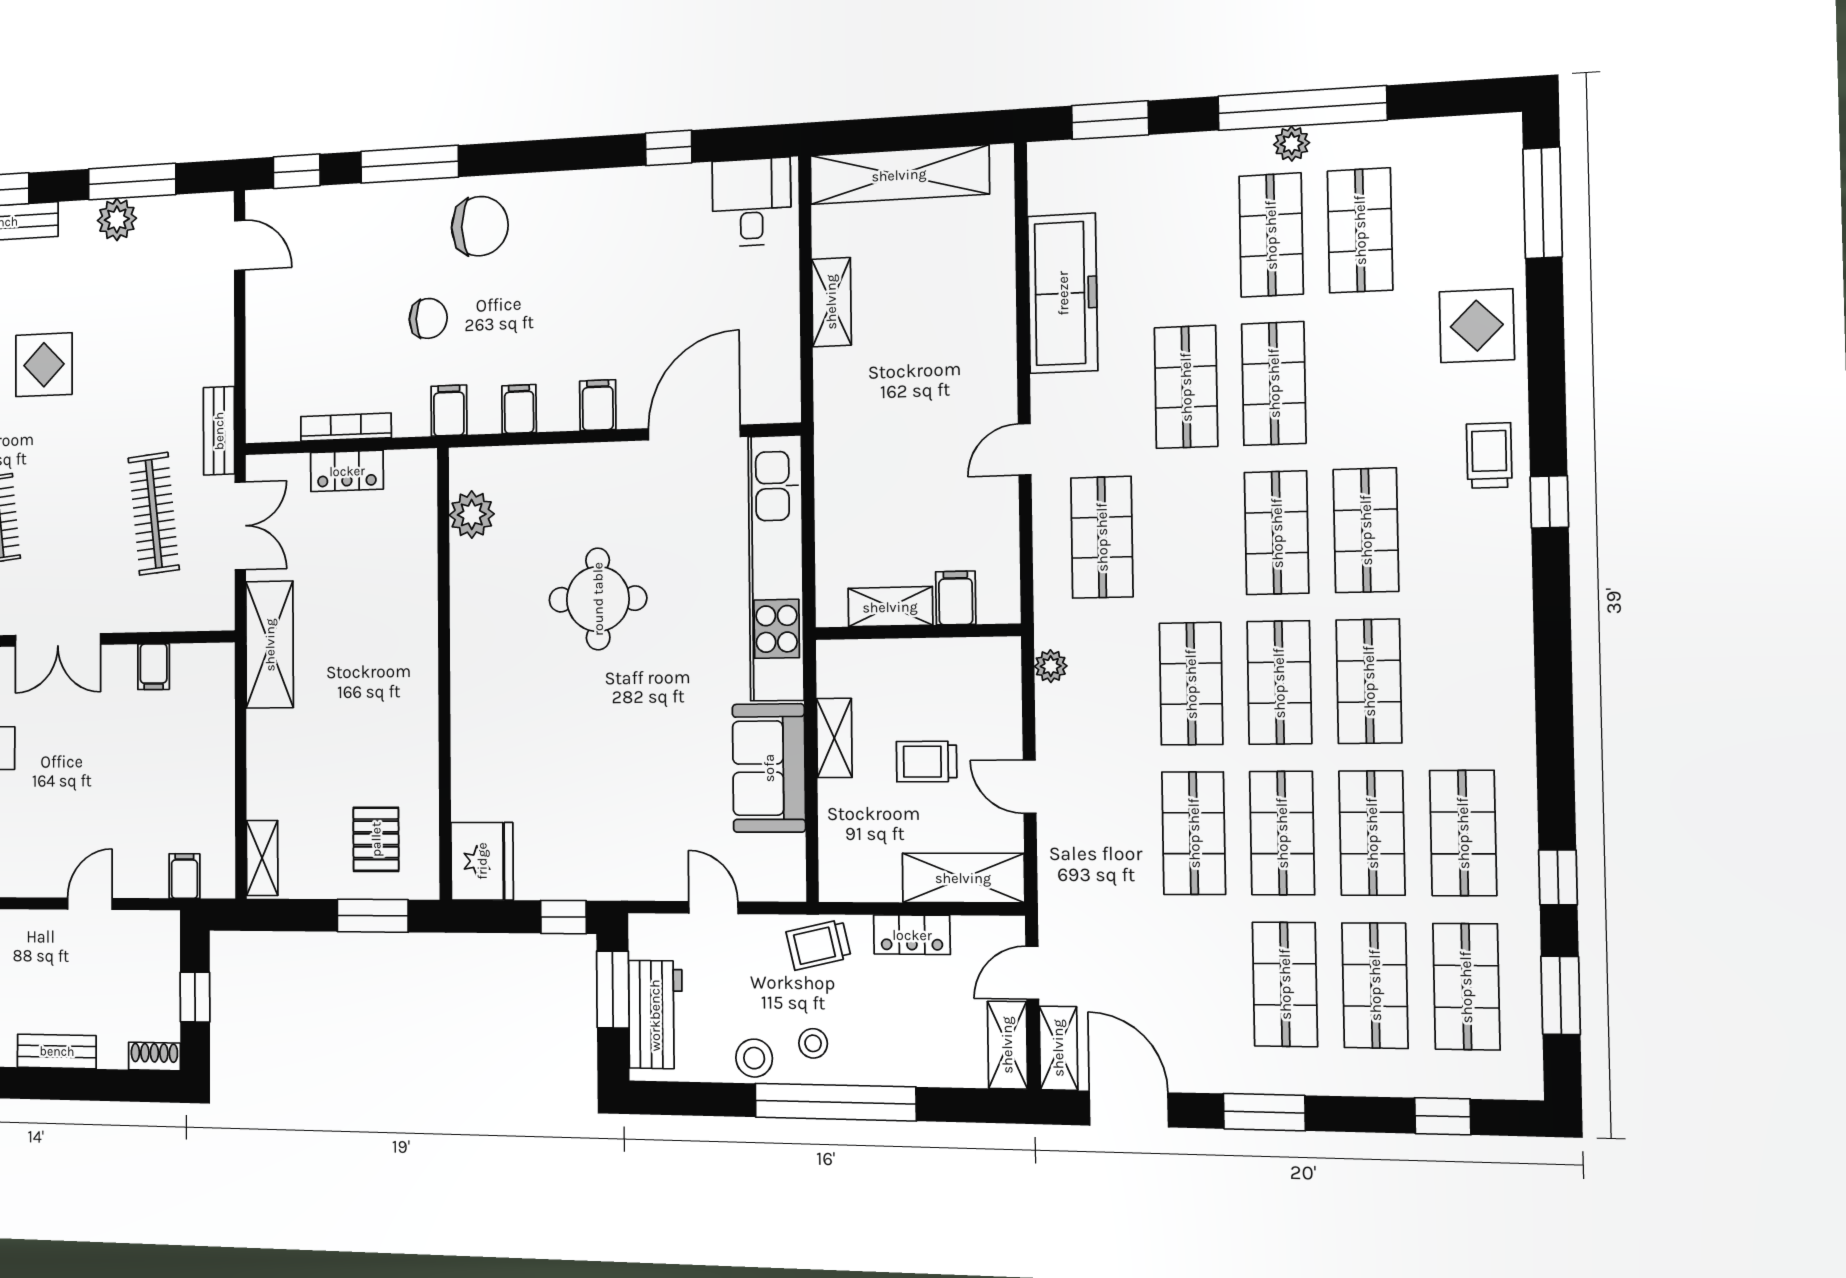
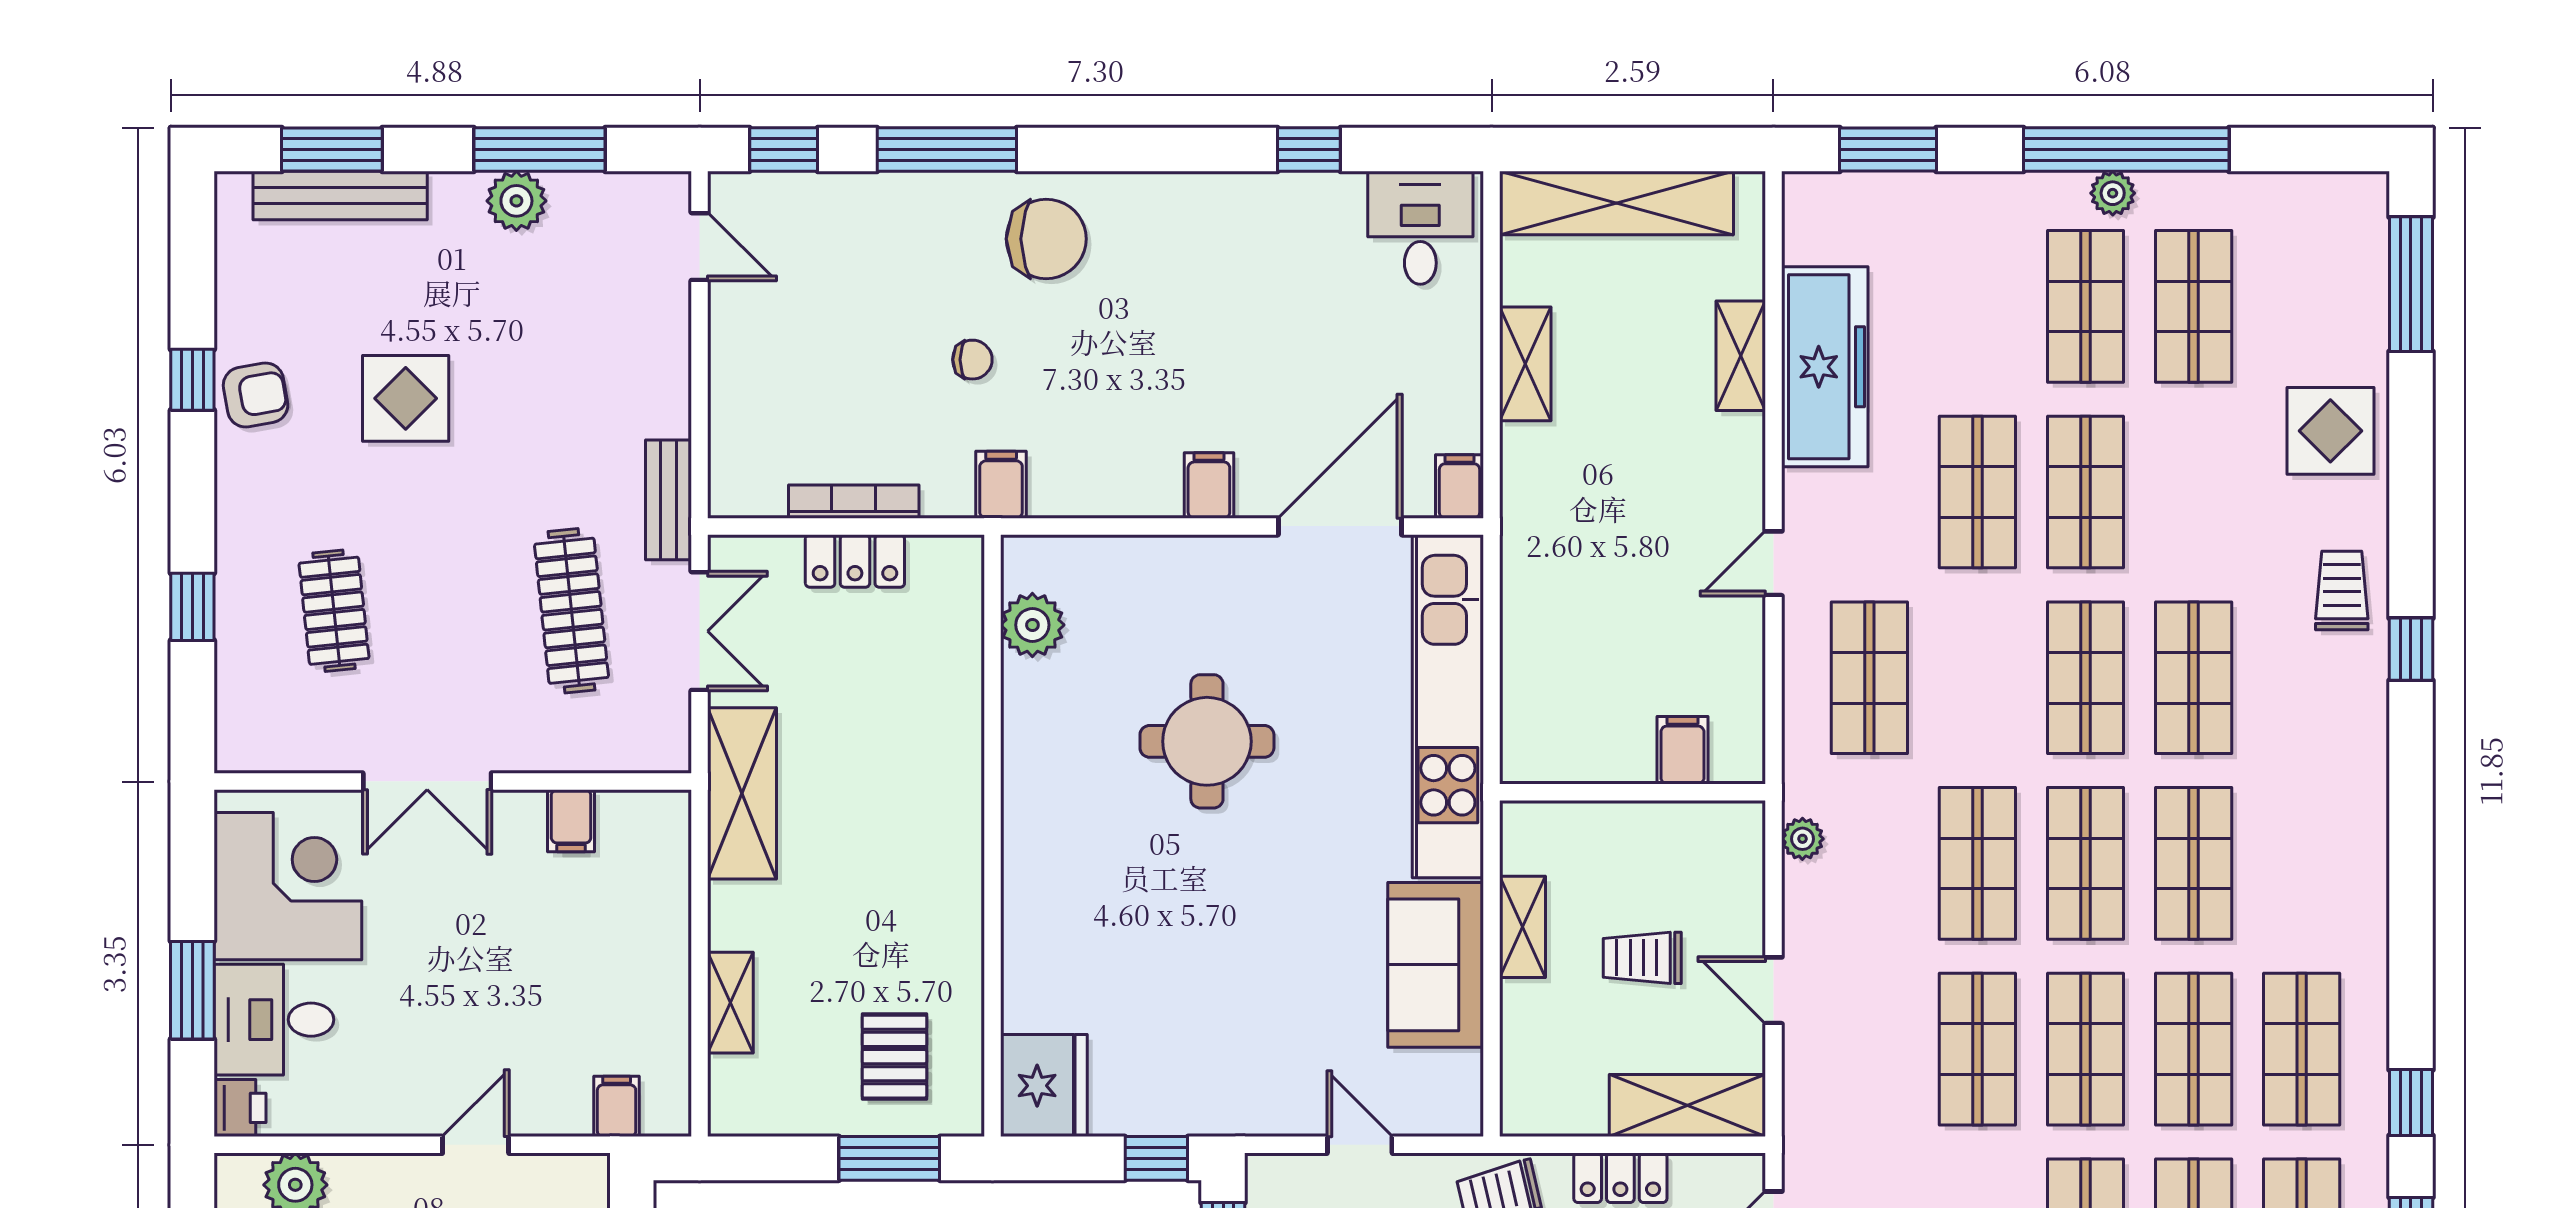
chair: (428, 318) -> (972, 360), width x0.73, depth x0.73
filing cabinet: (519, 409) -> (1460, 486), moved
shelving: (890, 607) -> (1741, 356), moved, turned 90
shelving: (262, 858) -> (730, 1003), moved

